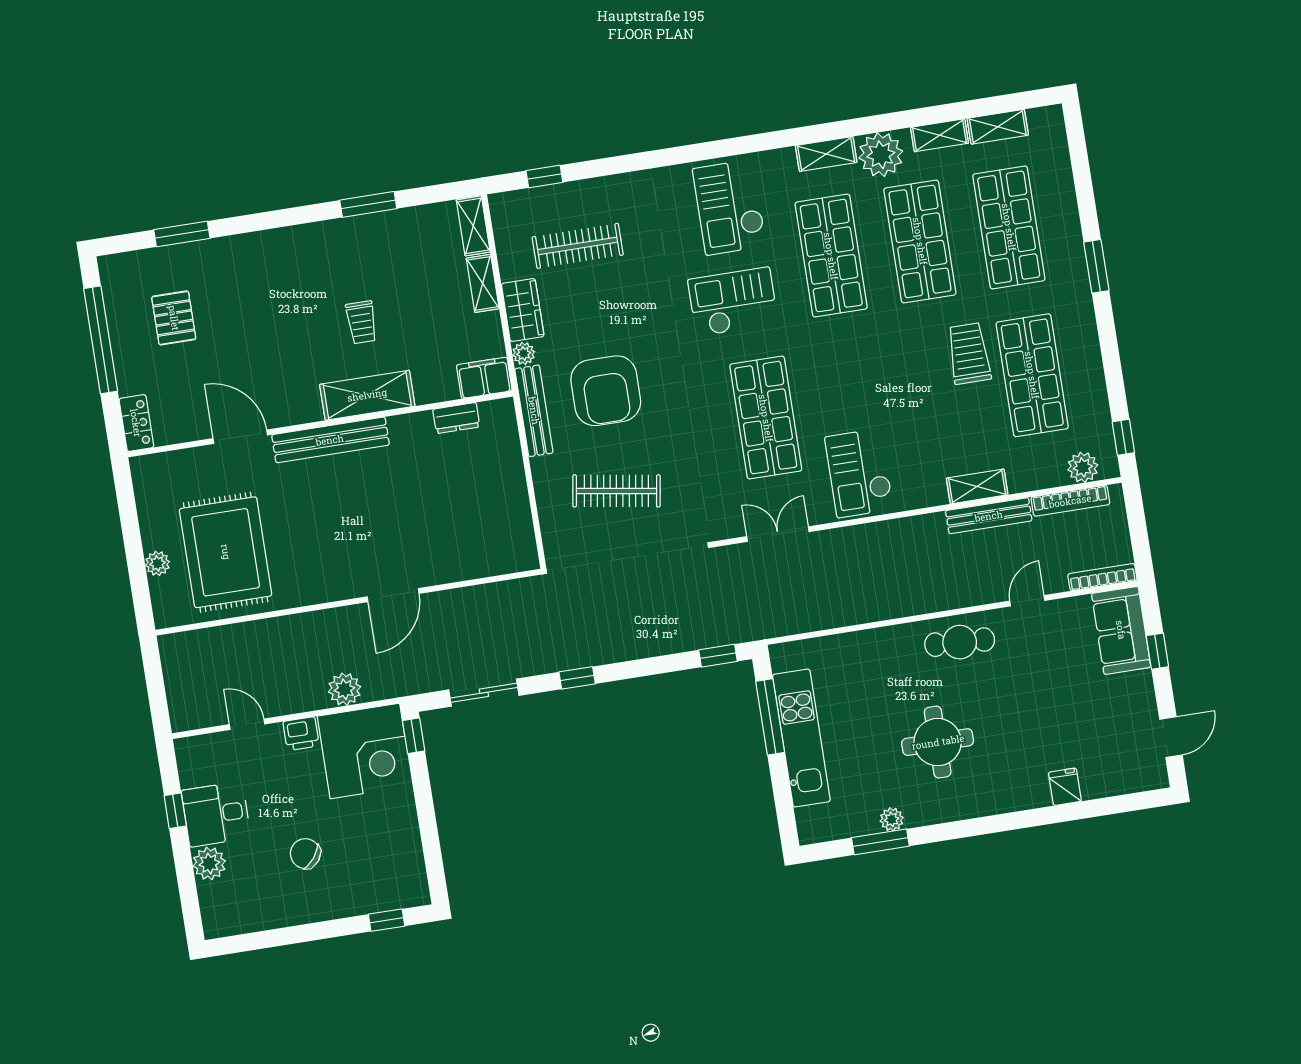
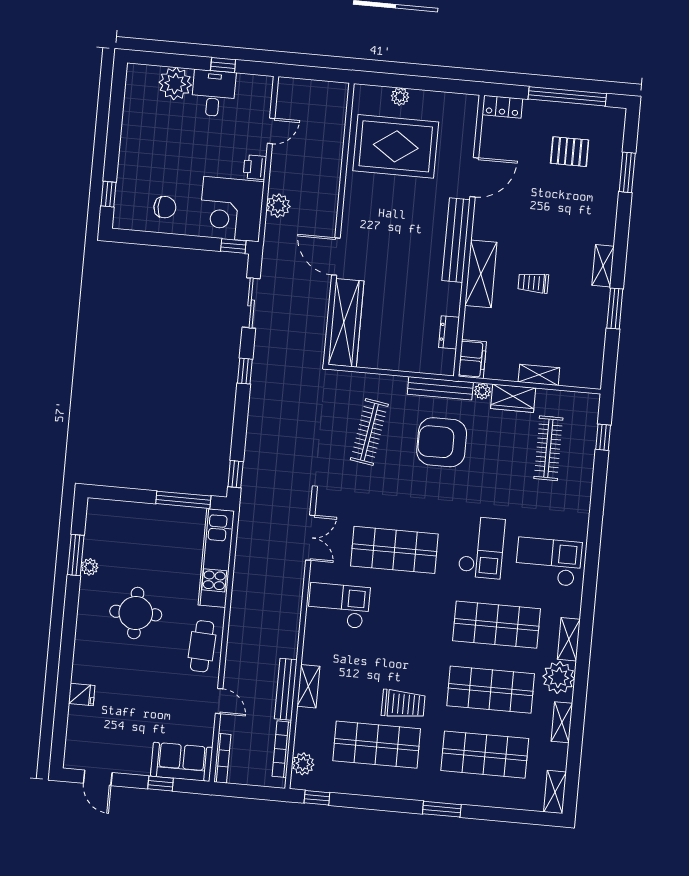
shelving: (998, 127) -> (555, 792), moved
shelving: (473, 226) -> (603, 266), moved, turned 90
wardrobe: (478, 559) -> (346, 323), added
kitchen unit: (801, 738) -> (216, 558), moved, turned 90
chair: (305, 854) -> (165, 207), moved, turned 52
plant: (209, 864) -> (175, 84), width x1.36, depth x1.36

